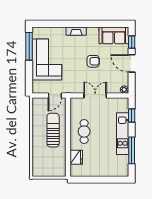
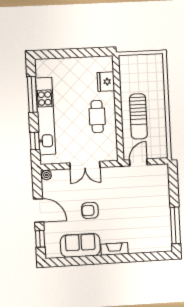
sofa: (114, 35) -> (80, 245), moved
corner sofa: (47, 60) -> (151, 209), removed
kitchen unit: (123, 134) -> (46, 116), width x1.36

